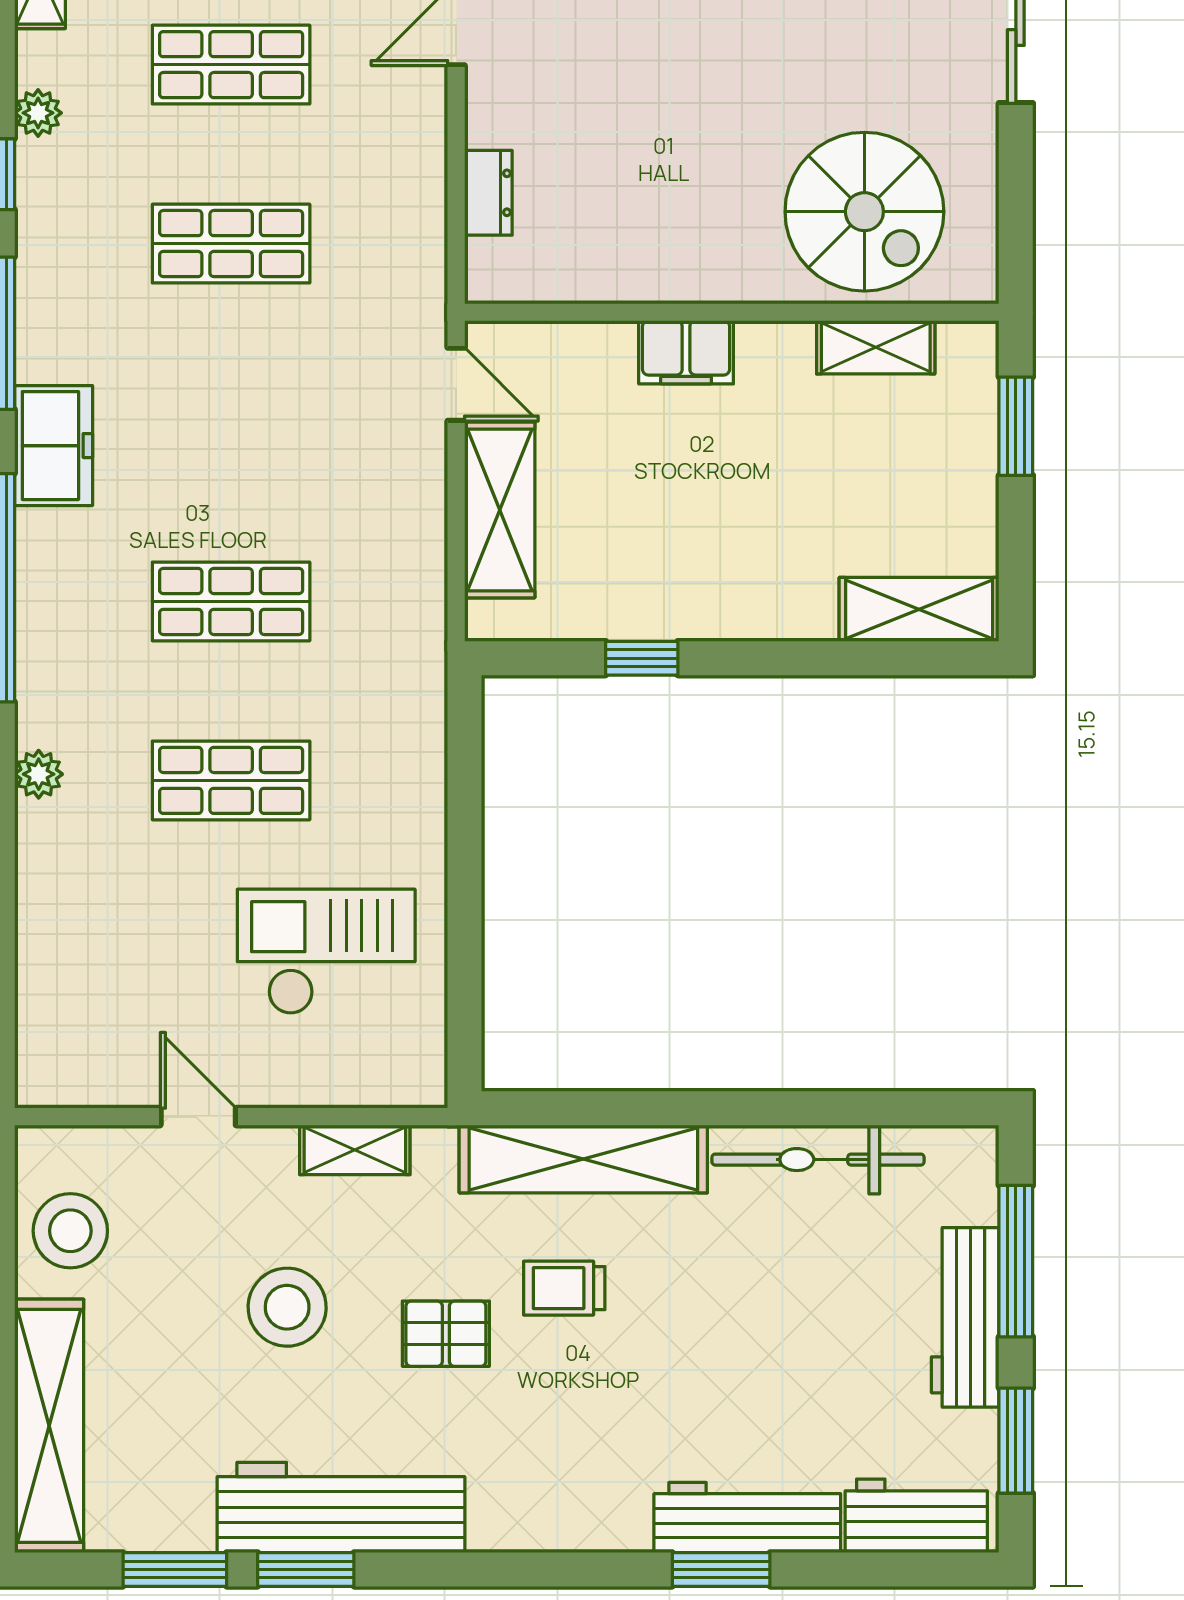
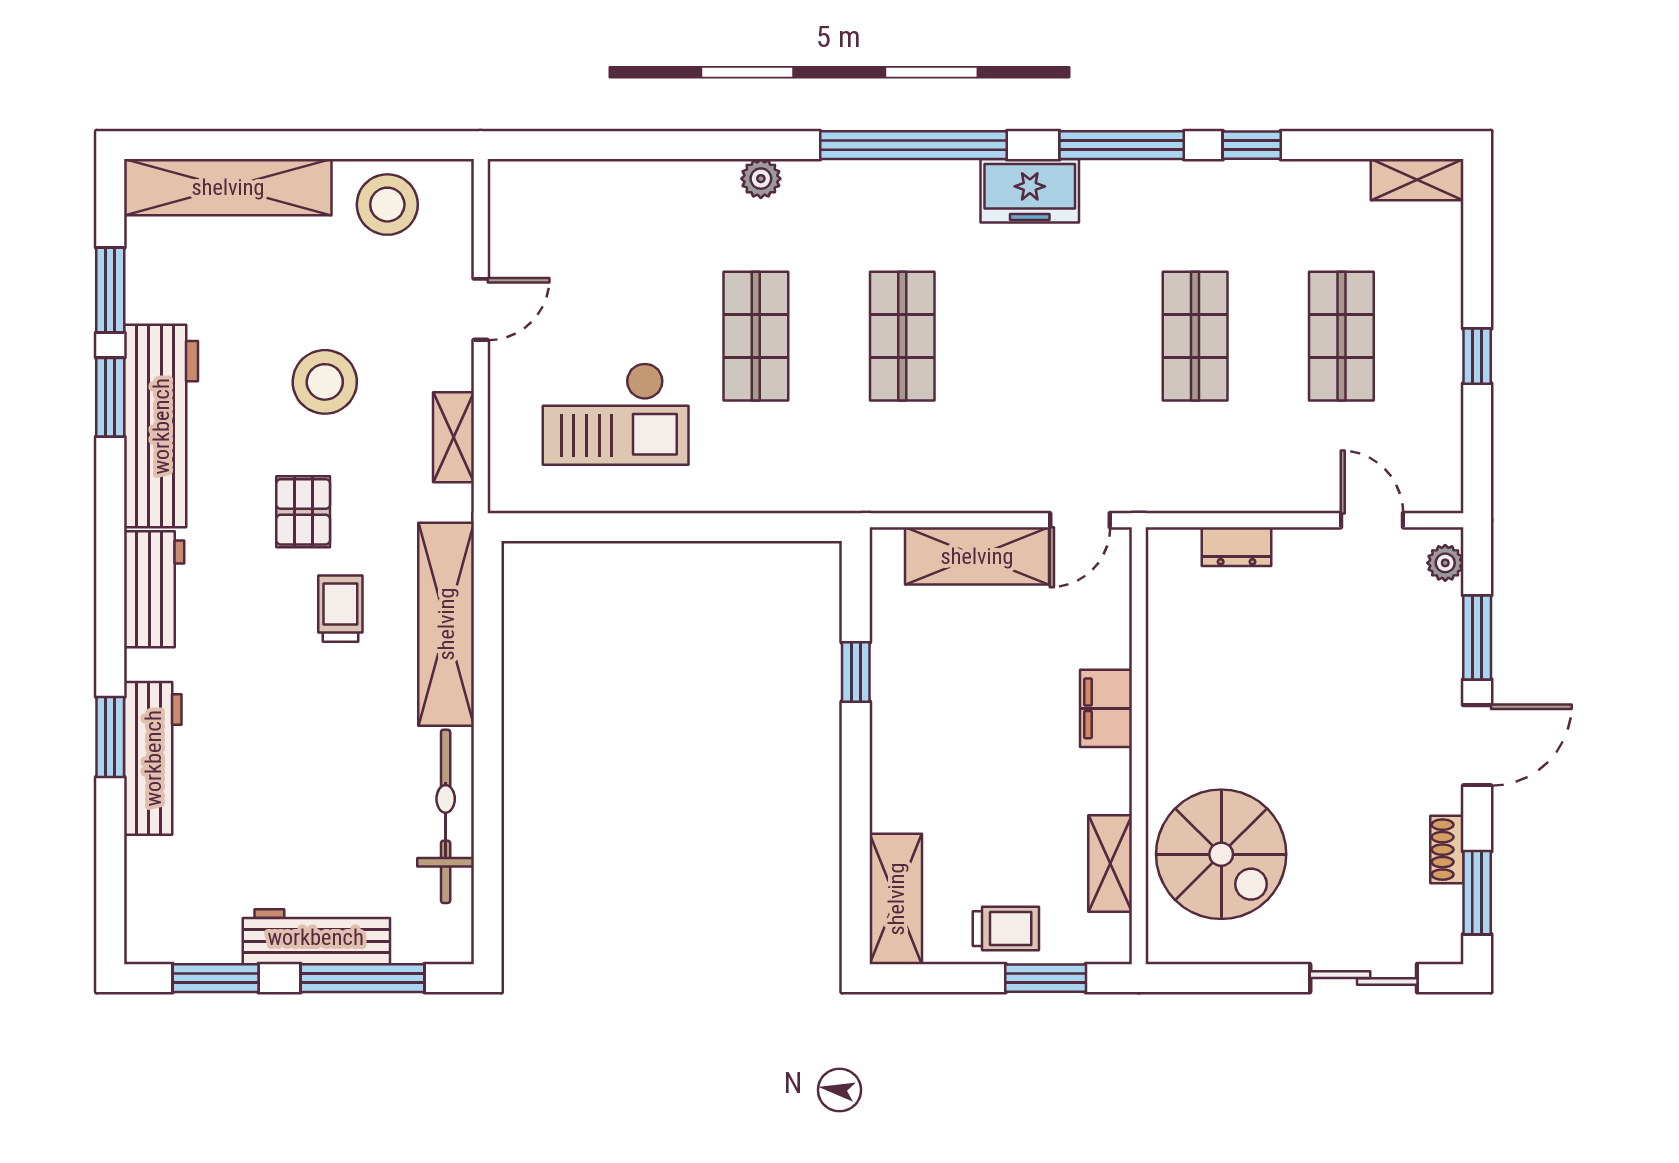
plant: (38, 113) -> (1302, 178), removed
spiral stairs: (864, 212) -> (1221, 854), turned -90
trolley: (955, 475) -> (1006, 929), added
checkout: (326, 952) -> (616, 414), turned 90
workbench: (916, 1516) -> (154, 589), moved

